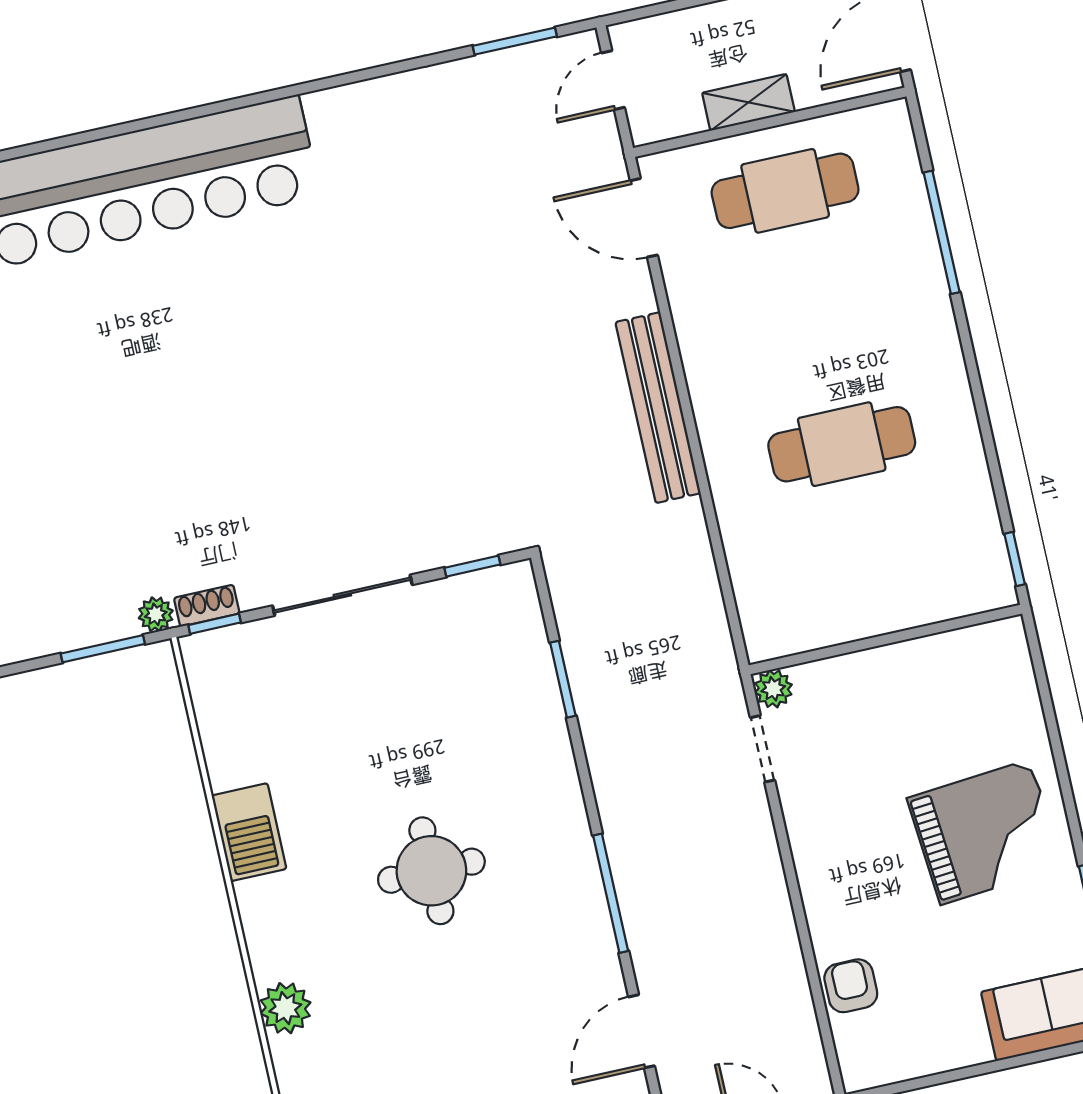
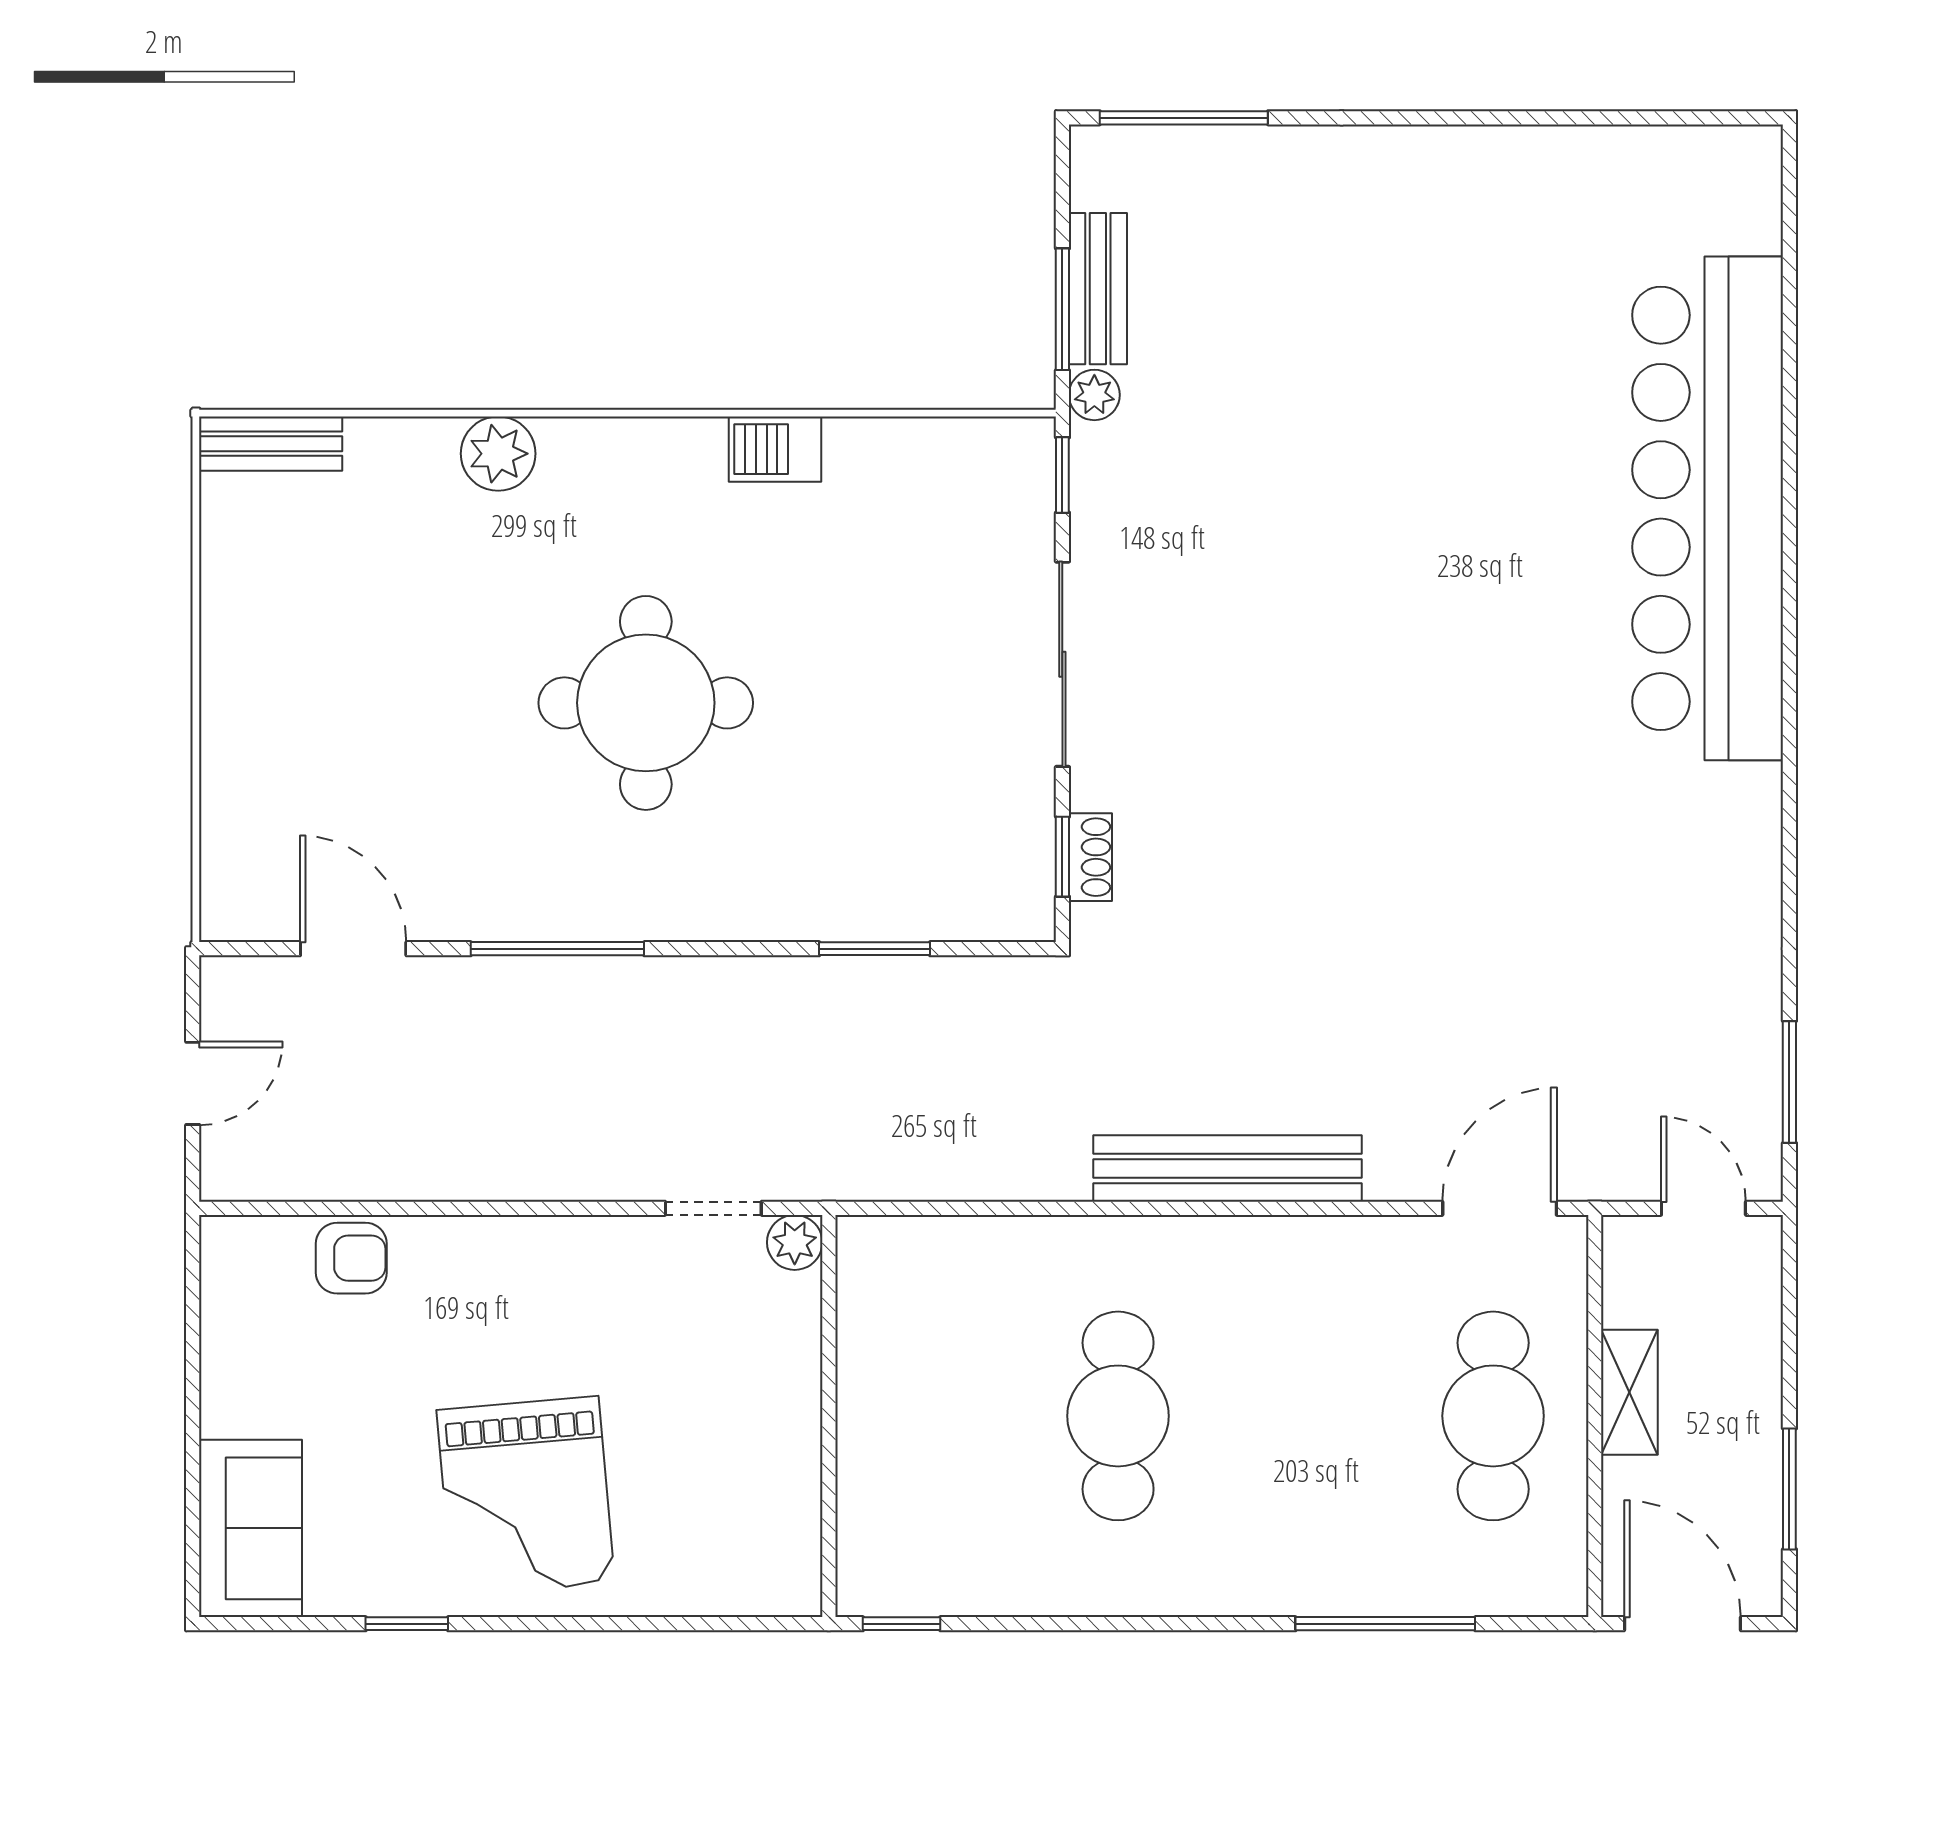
shoe rack: (207, 606) -> (1090, 857), moved
bench: (83, 628) -> (1098, 289), added
barbecue: (249, 832) -> (775, 449), width x0.73, depth x0.79
round table: (431, 871) -> (646, 703), width x1.36, depth x1.36

